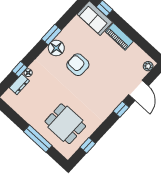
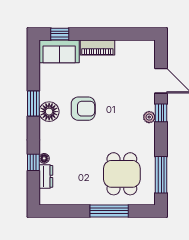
armchair: (78, 65) -> (83, 109), turned 180
plant: (148, 66) -> (149, 117), moved
dining table: (65, 124) -> (122, 174), turned 90
window: (88, 145) -> (161, 175), width x2.17

